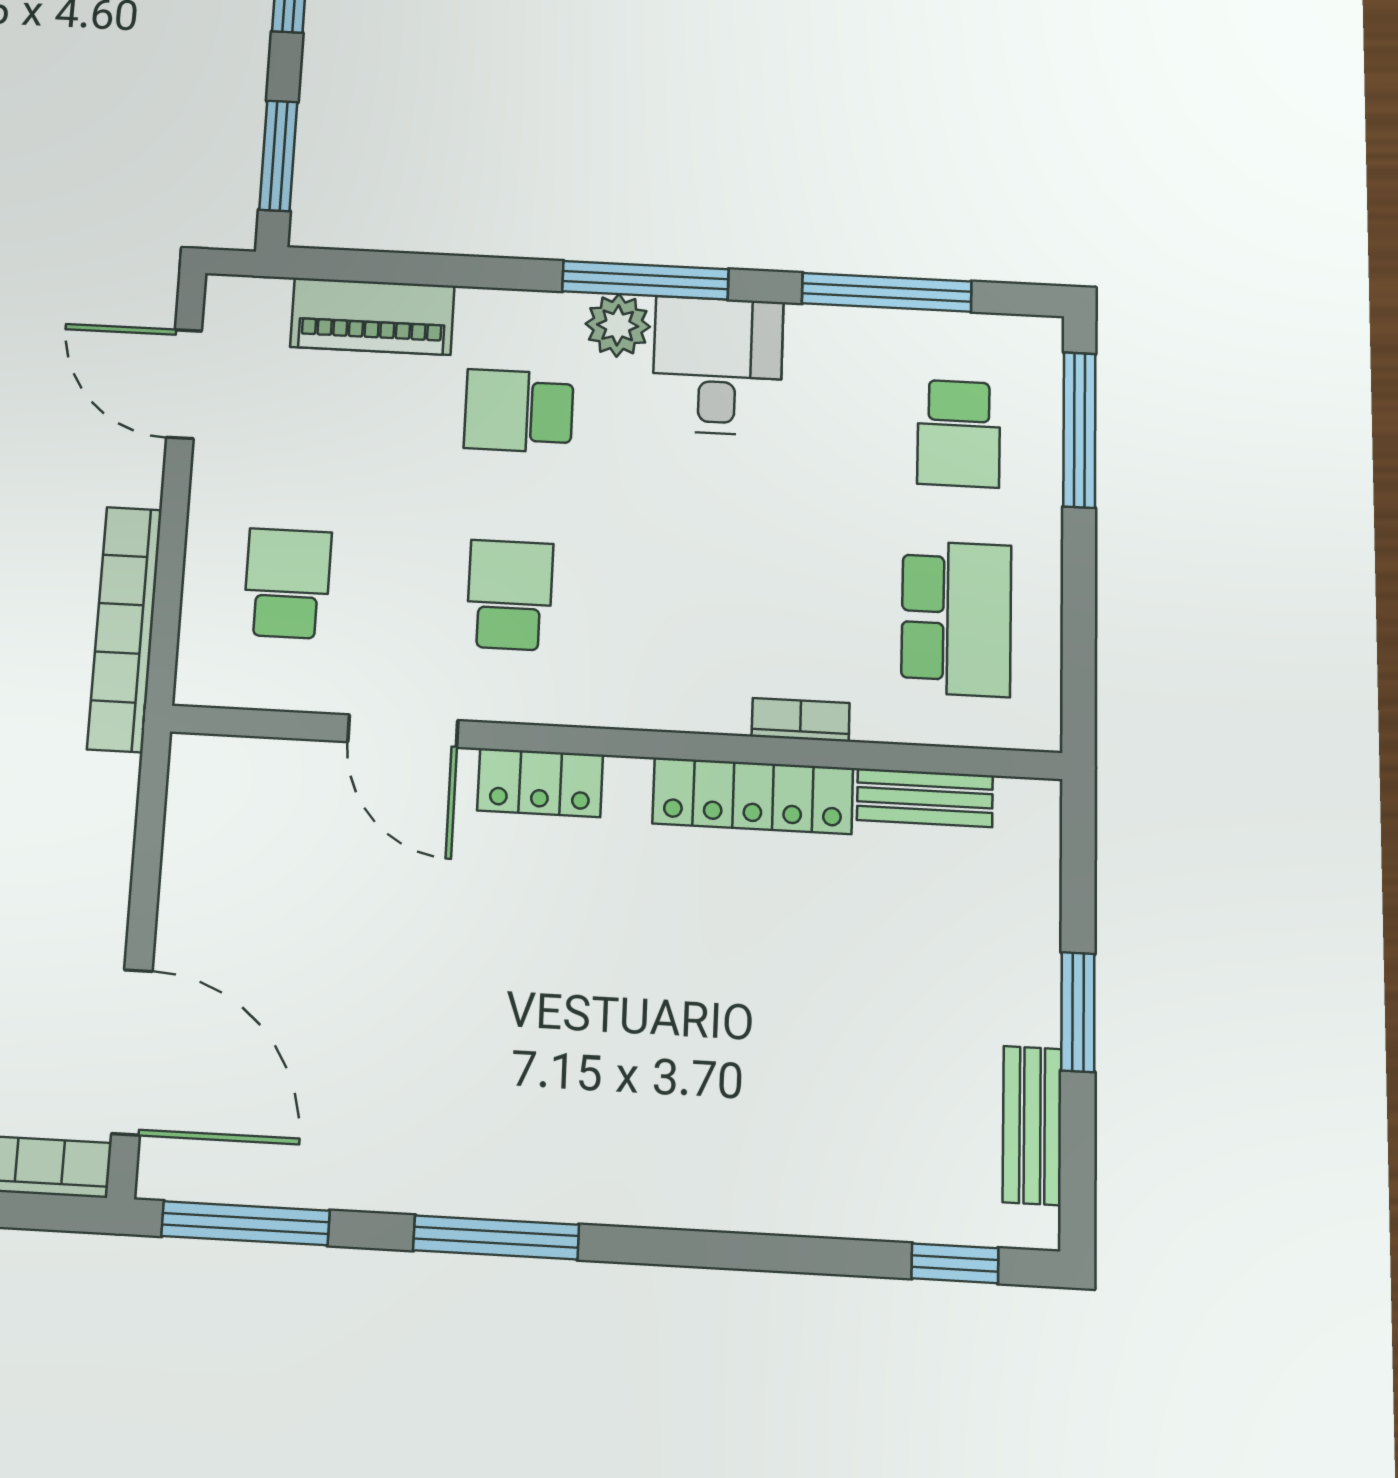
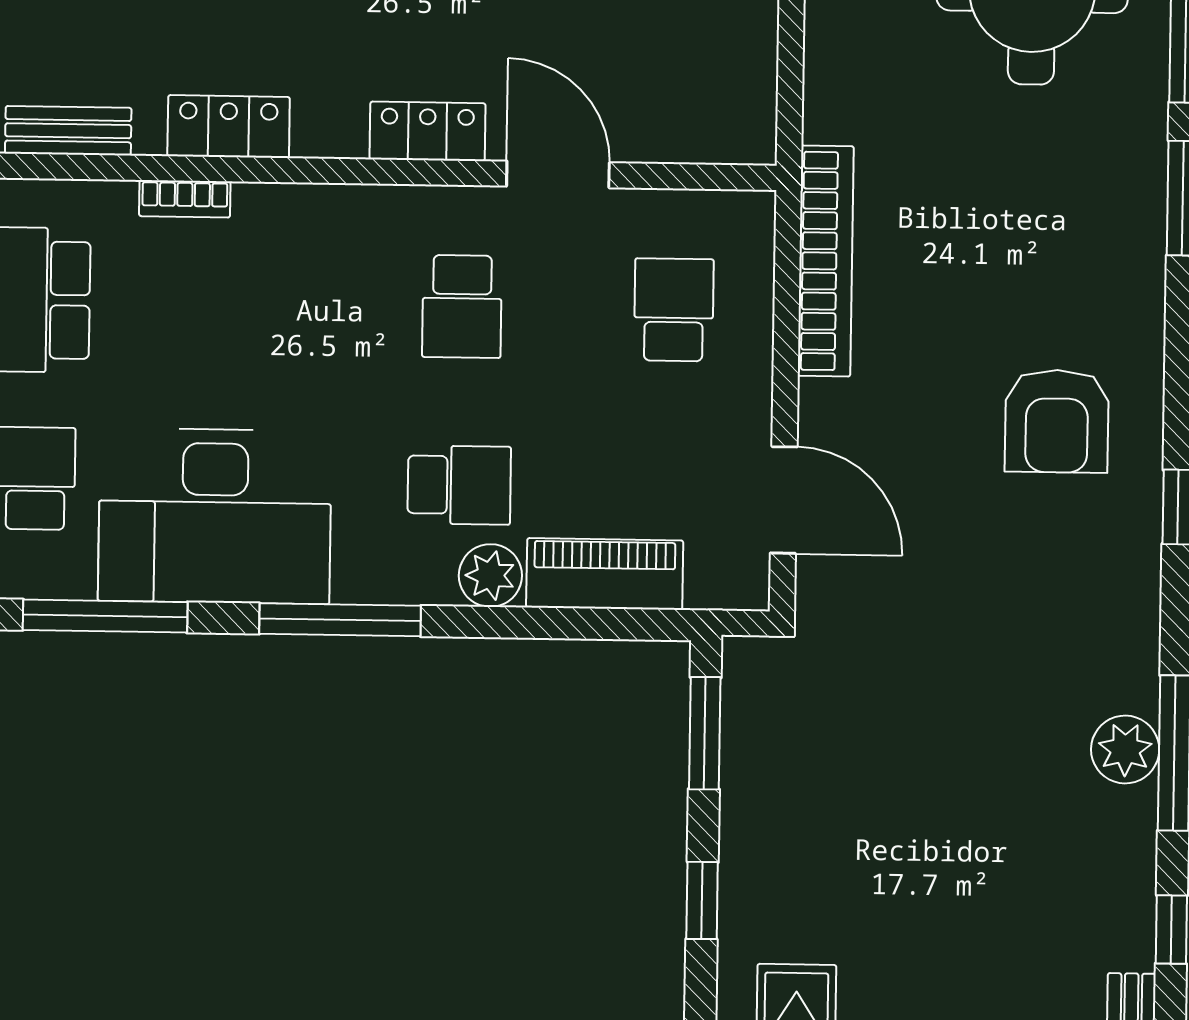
plant: (618, 325) -> (490, 576), moved
desk: (718, 366) -> (215, 516), width x1.87, depth x1.30
school desk: (287, 583) -> (674, 310), turned 180
locker: (753, 796) -> (229, 127), width x0.66

